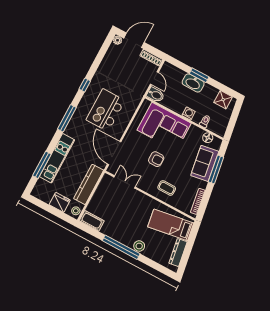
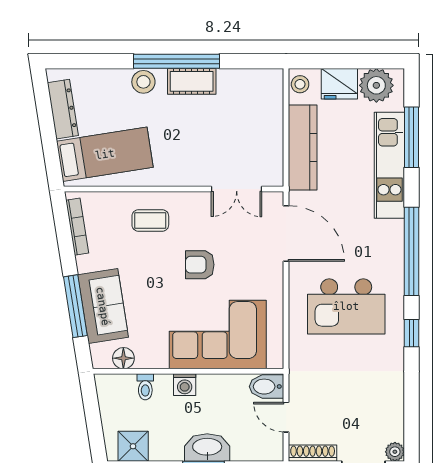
kitchen island: (106, 110) -> (346, 306), turned 90
window: (67, 118) -> (412, 251), width x1.46
plant: (45, 194) -> (376, 85), added
cot: (92, 221) -> (192, 81), moved

